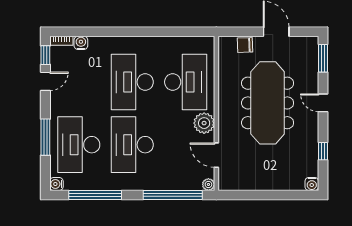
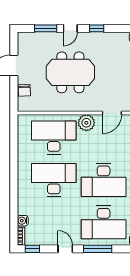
window: (323, 58) -> (46, 28), moved
door: (45, 81) -> (65, 249), moved
desk: (132, 82) -> (54, 180), turned 180
meeting table: (268, 103) -> (70, 72), width x0.73
window: (323, 151) -> (97, 28), moved

